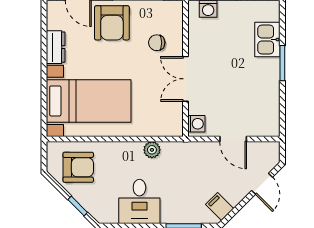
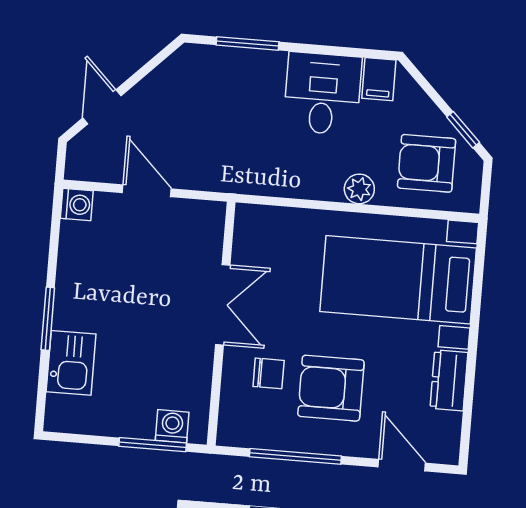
armchair: (112, 23) -> (331, 388), moved, turned -90
washing machine: (196, 124) -> (77, 205), moved, turned 180
plant: (152, 150) -> (359, 189), moved
window: (78, 206) -> (463, 130), moved
filing cabinet: (220, 207) -> (379, 79), moved, turned 45

